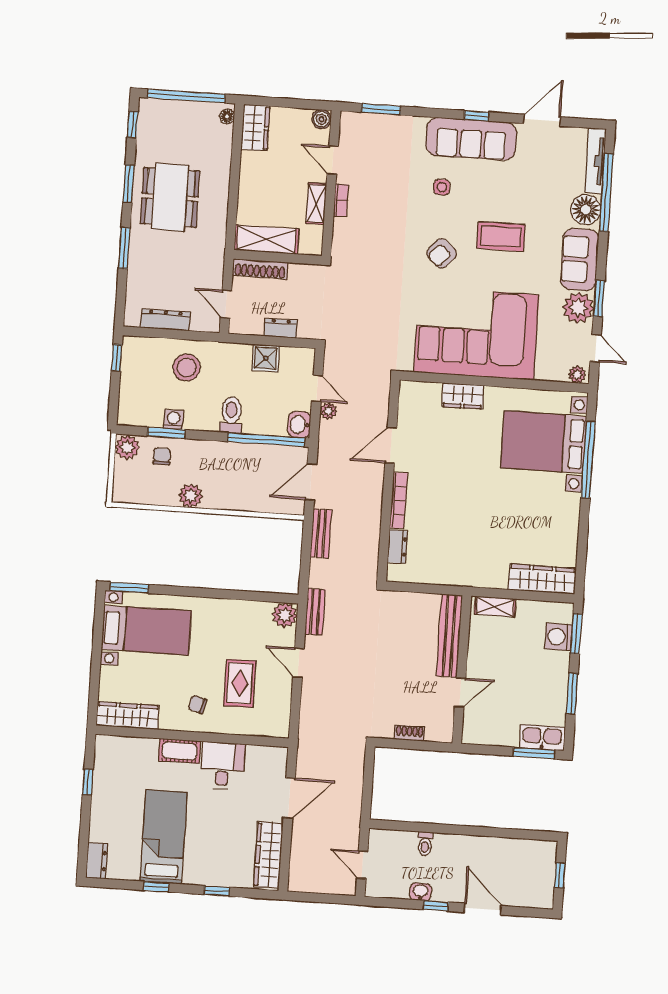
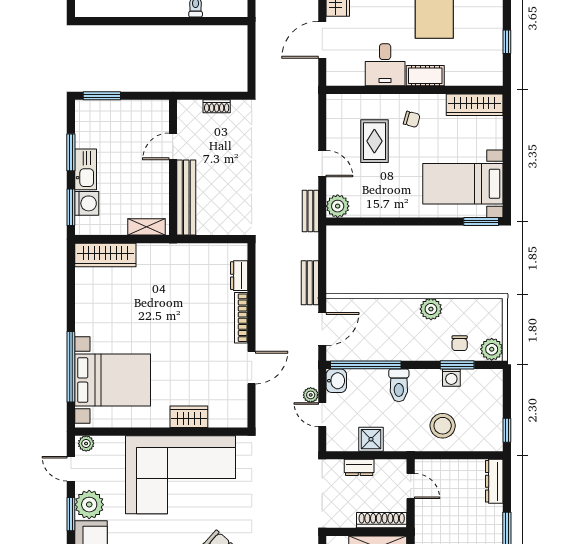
dresser: (165, 320) -> (494, 481), moved, turned 90
kitchen sink: (542, 737) -> (86, 169), moved, turned -90

